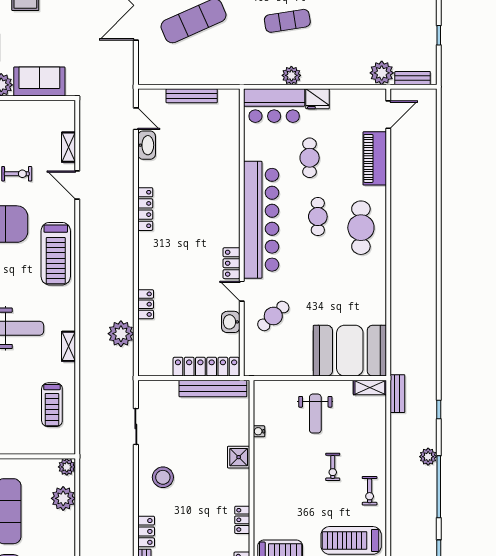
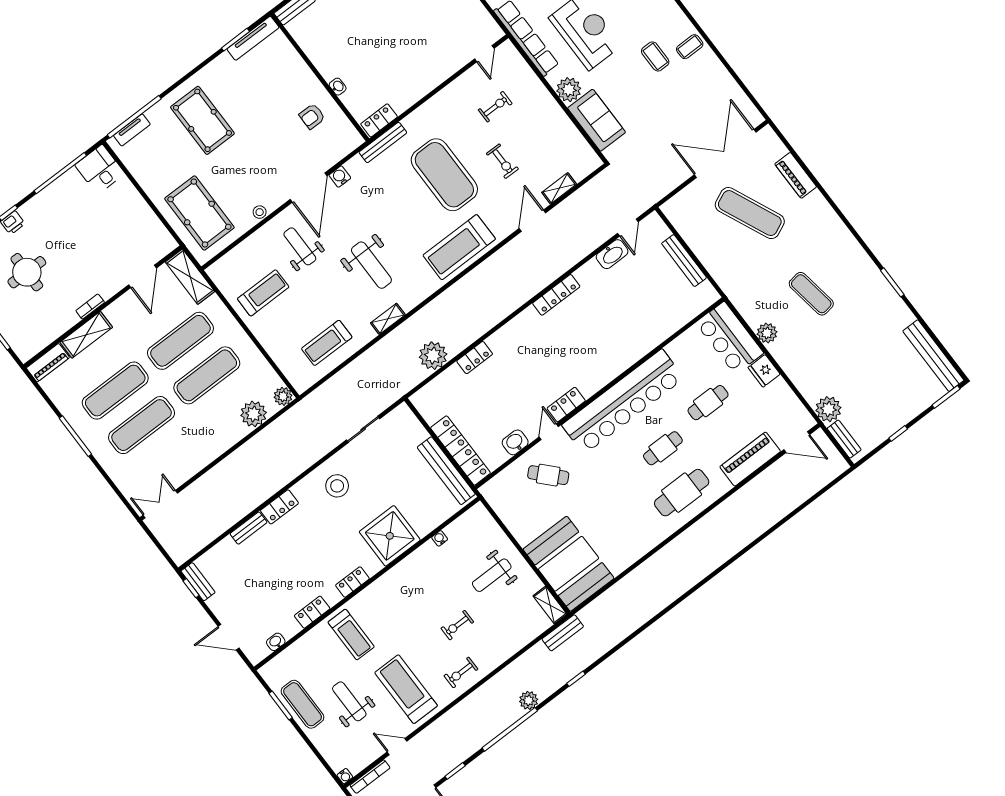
shower: (239, 457) -> (390, 536), width x1.86, depth x1.86

